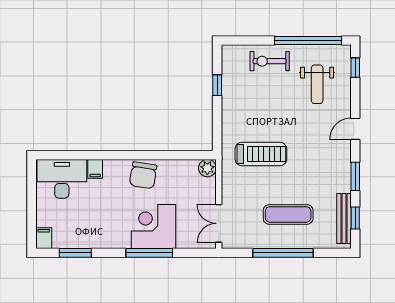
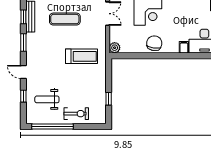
window: (355, 68) -> (23, 96), moved
weight bench: (317, 84) -> (47, 99), turned -90
door: (355, 129) -> (23, 72), swing flipped
treadmill: (261, 154) -> (82, 56), turned 180

